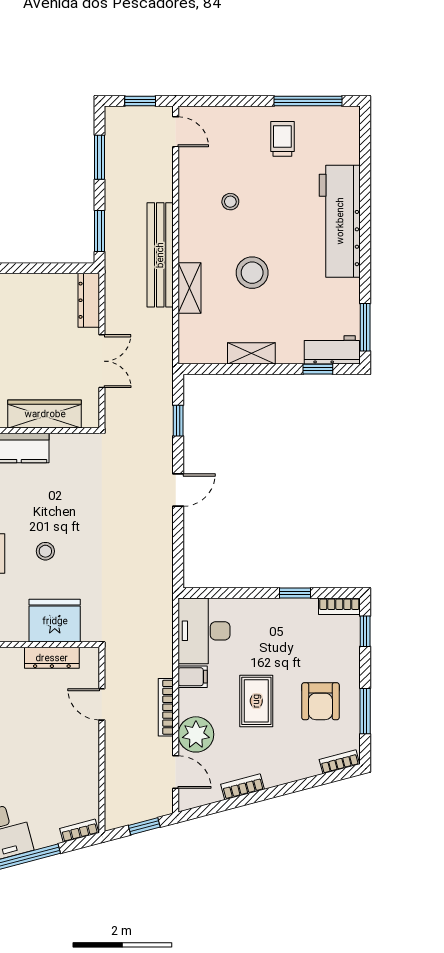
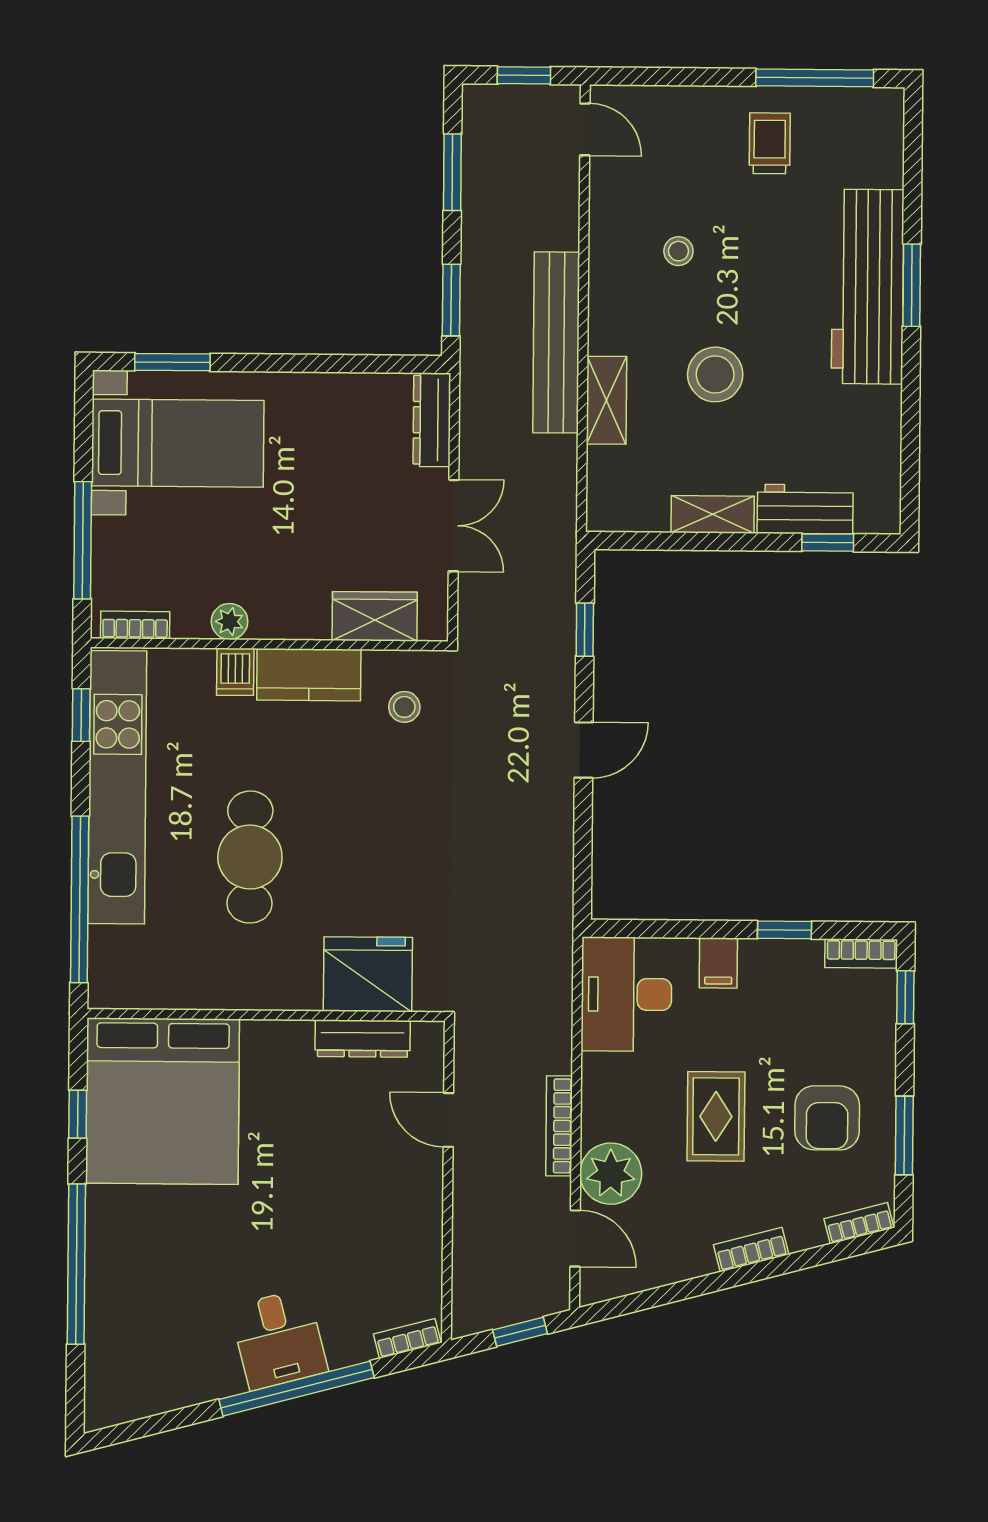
window: (365, 327) -> (912, 285), moved
workbench: (332, 350) -> (805, 509), moved
wardrobe: (45, 414) -> (375, 616), width x0.67
stool: (45, 551) -> (404, 707), moved
filing cabinet: (193, 677) -> (718, 963), moved, turned 90
bookcase: (243, 787) -> (751, 1250), moved

